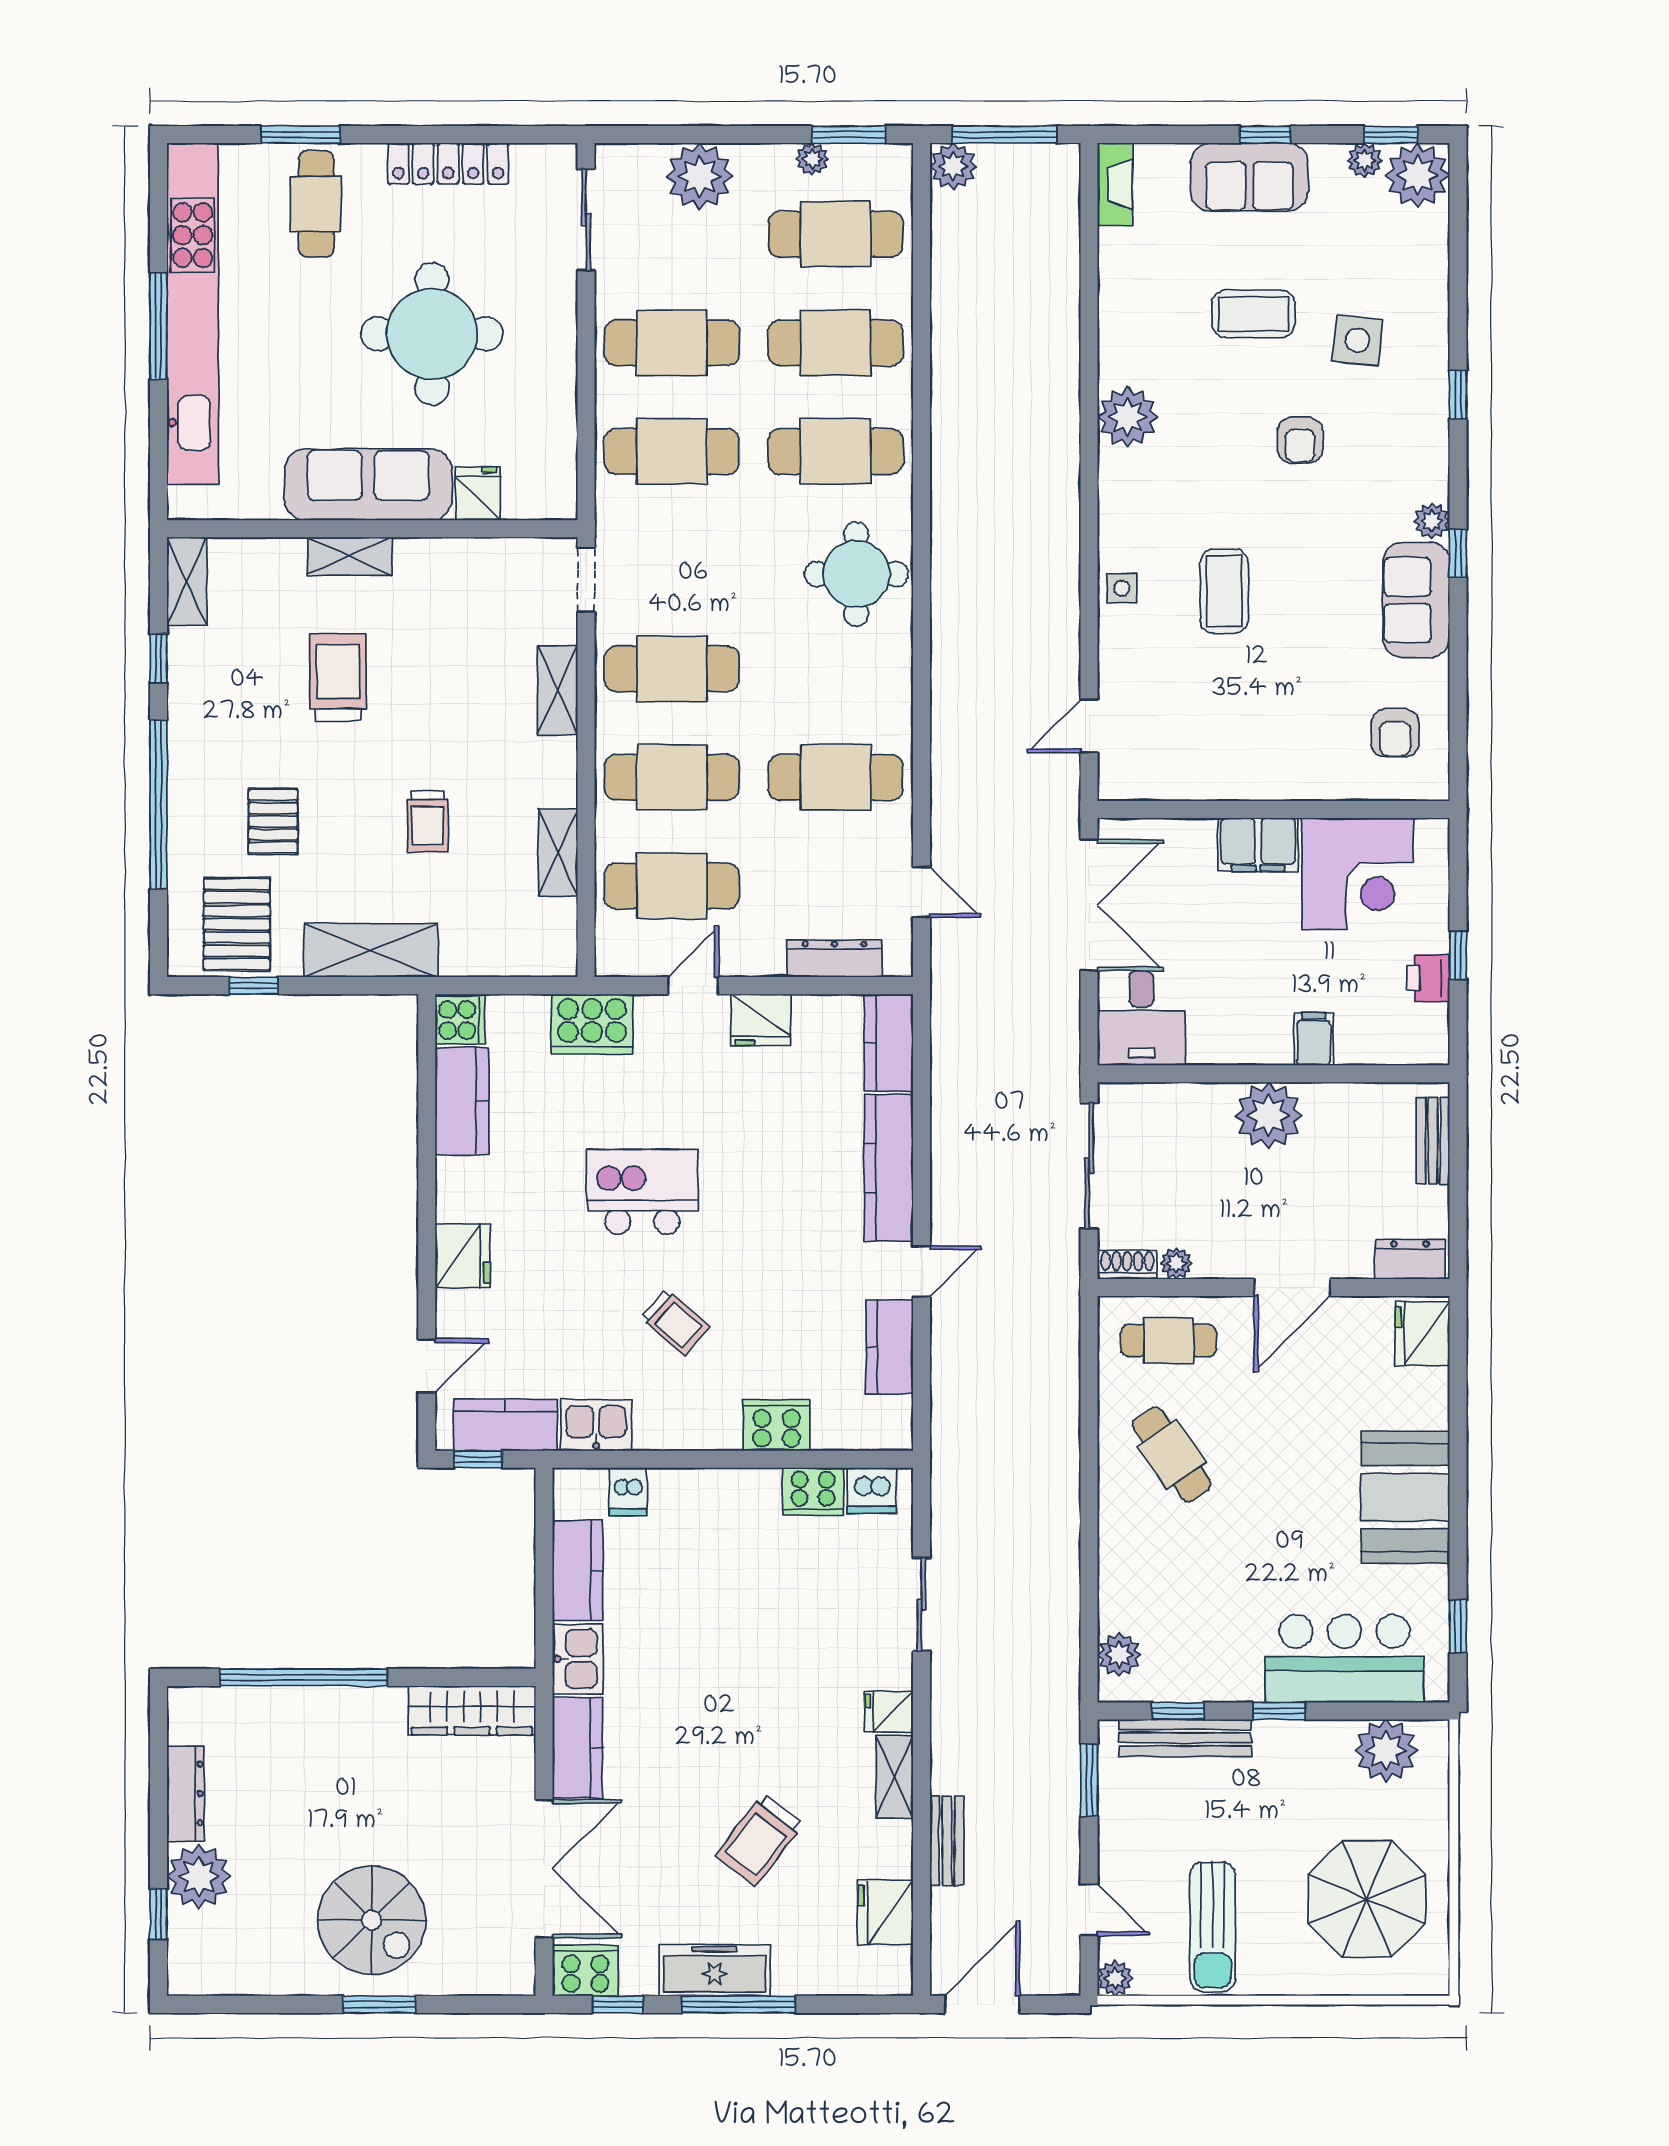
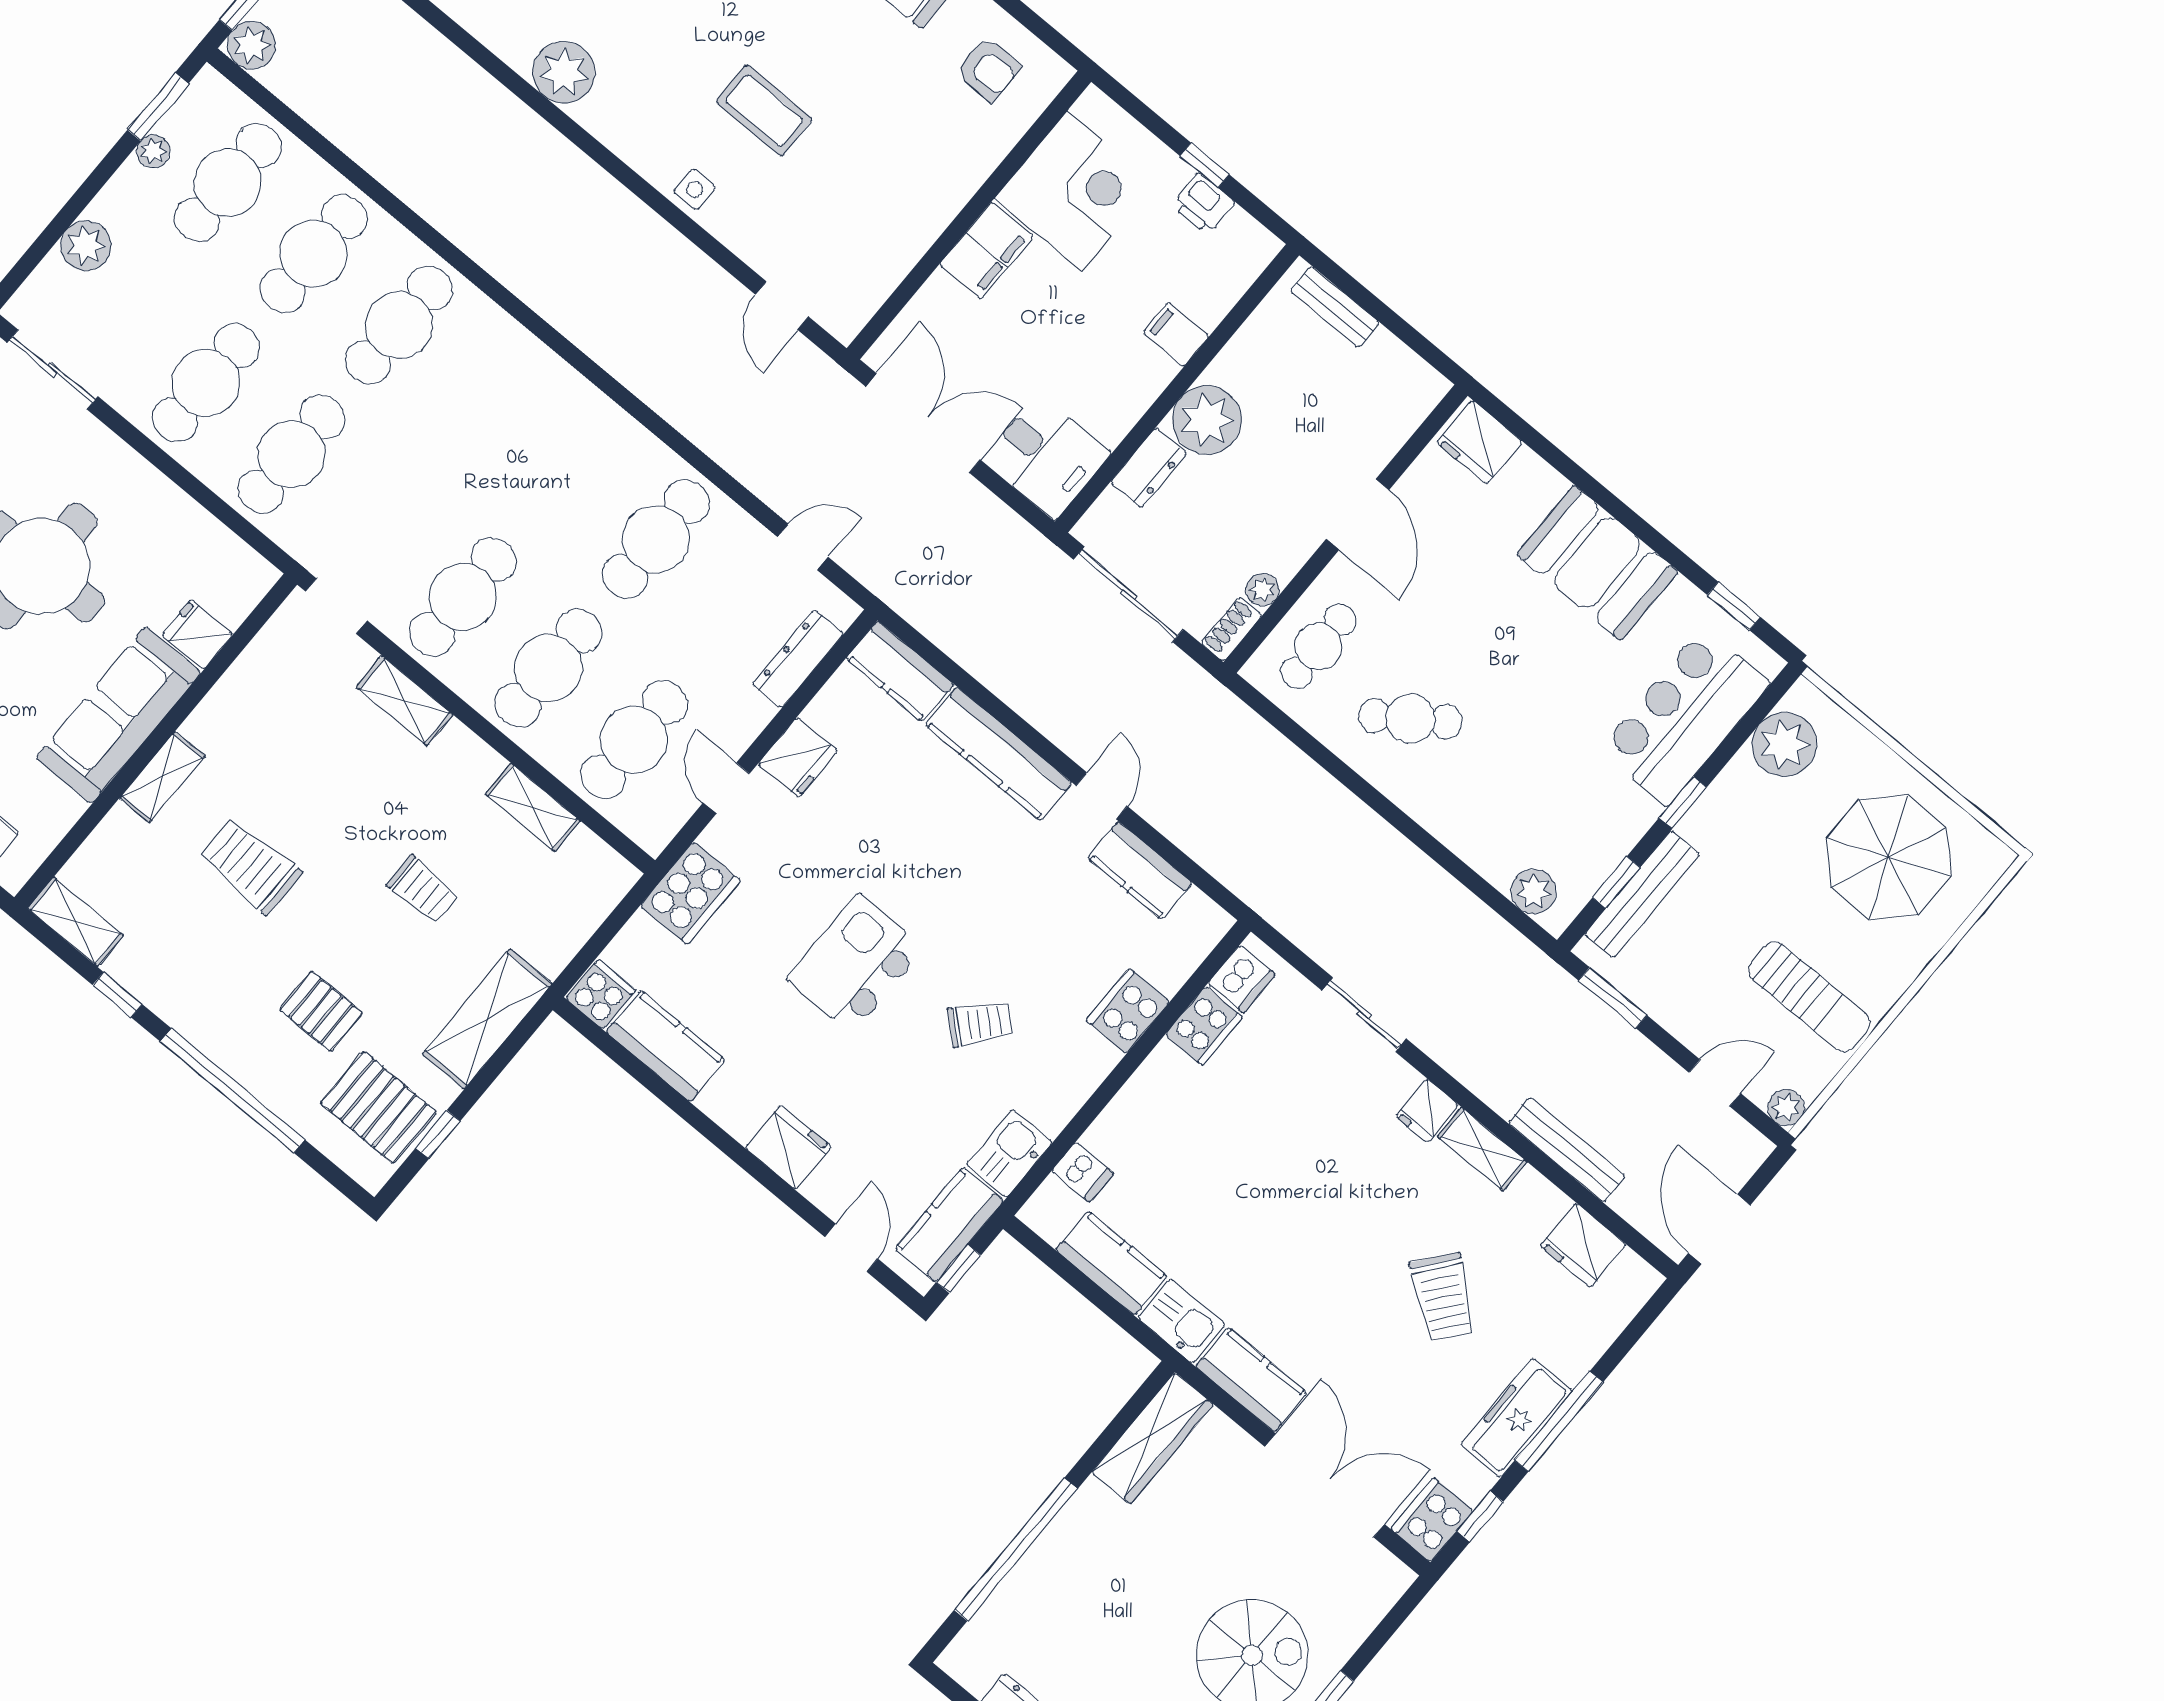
plant: (700, 176) -> (86, 246), width x0.73, depth x0.73
round table: (856, 574) -> (509, 389), removed
dresser: (1410, 1259) -> (1149, 468), moved, turned 180
bench: (947, 1841) -> (1567, 1150), width x1.36

